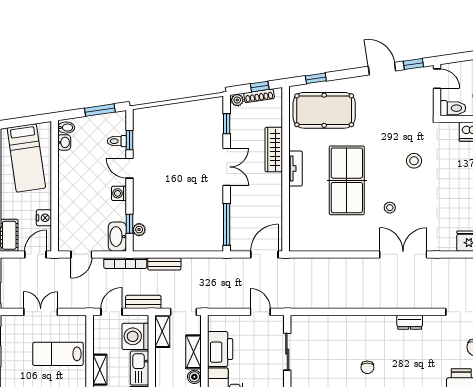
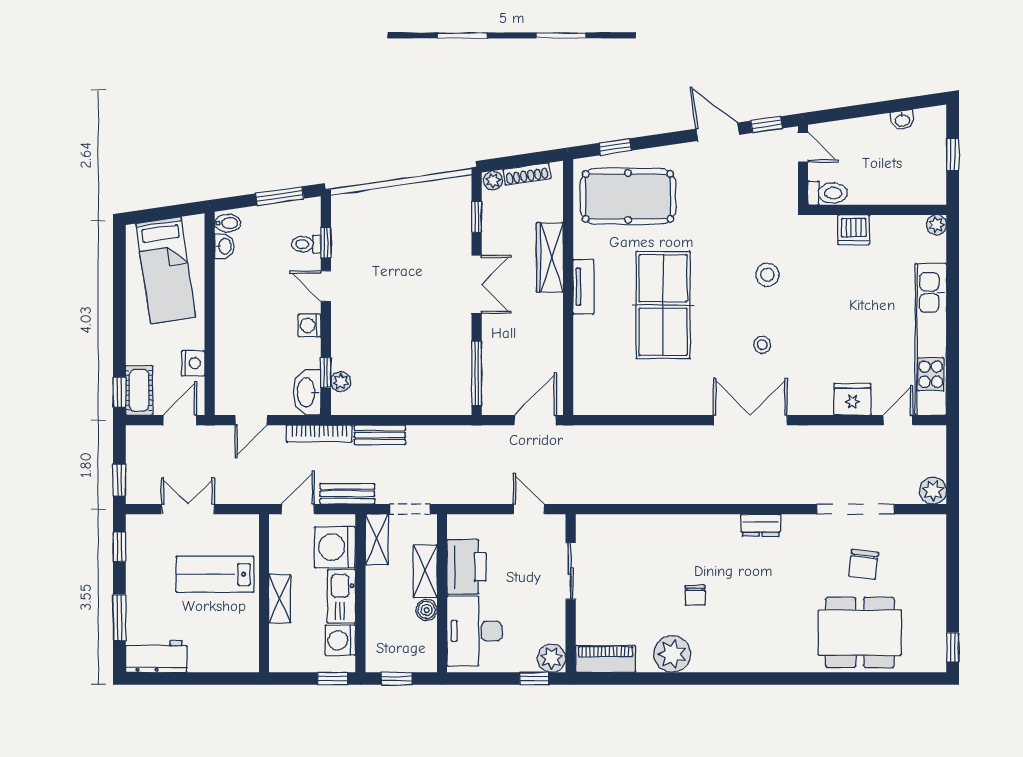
window: (260, 87) -> (528, 160), removed
stool: (390, 208) -> (762, 345), moved

